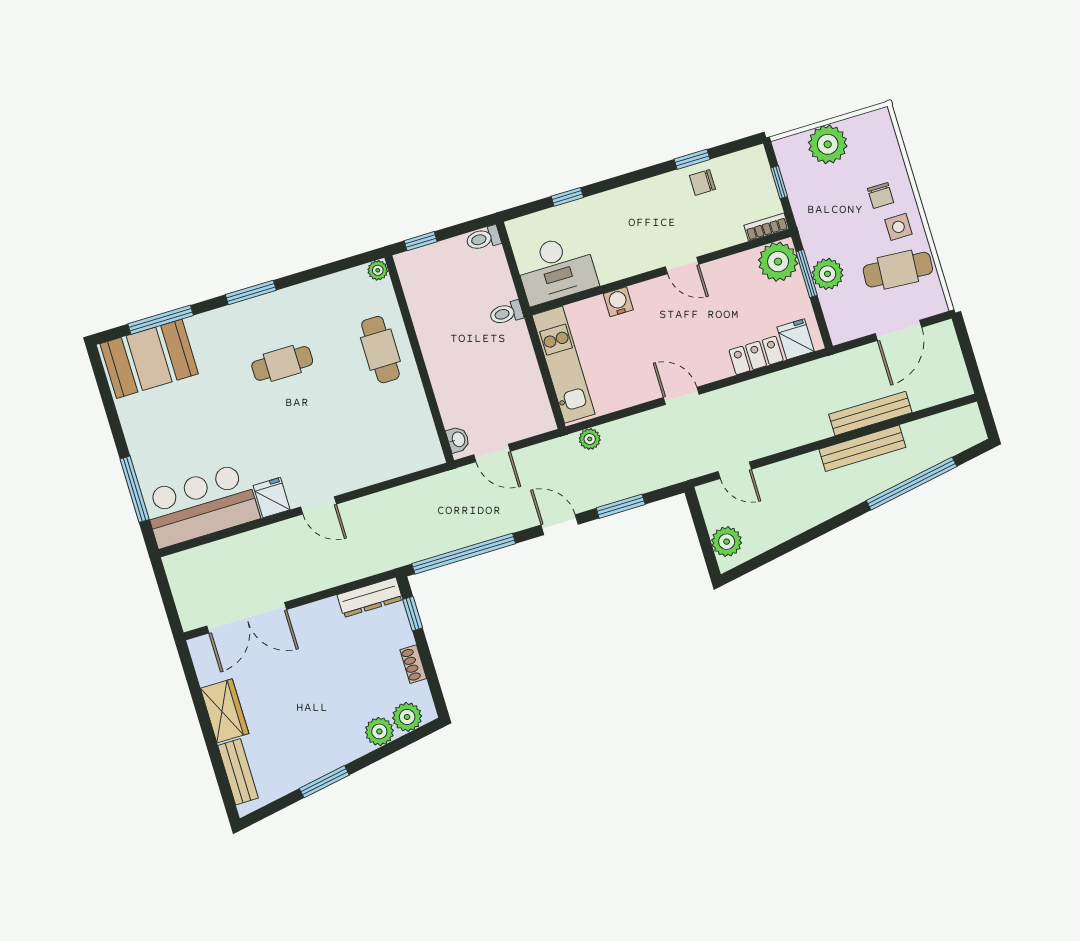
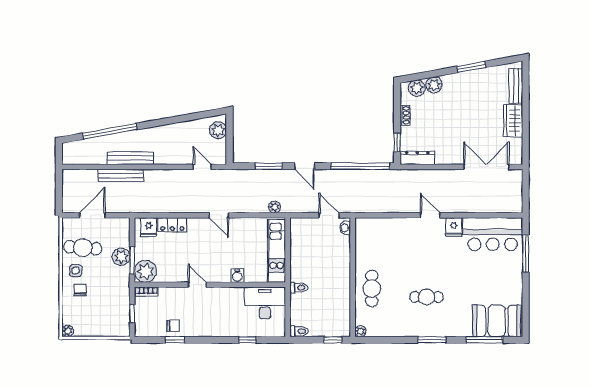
plant: (828, 144) -> (68, 331), moved, width x0.53, depth x0.53

